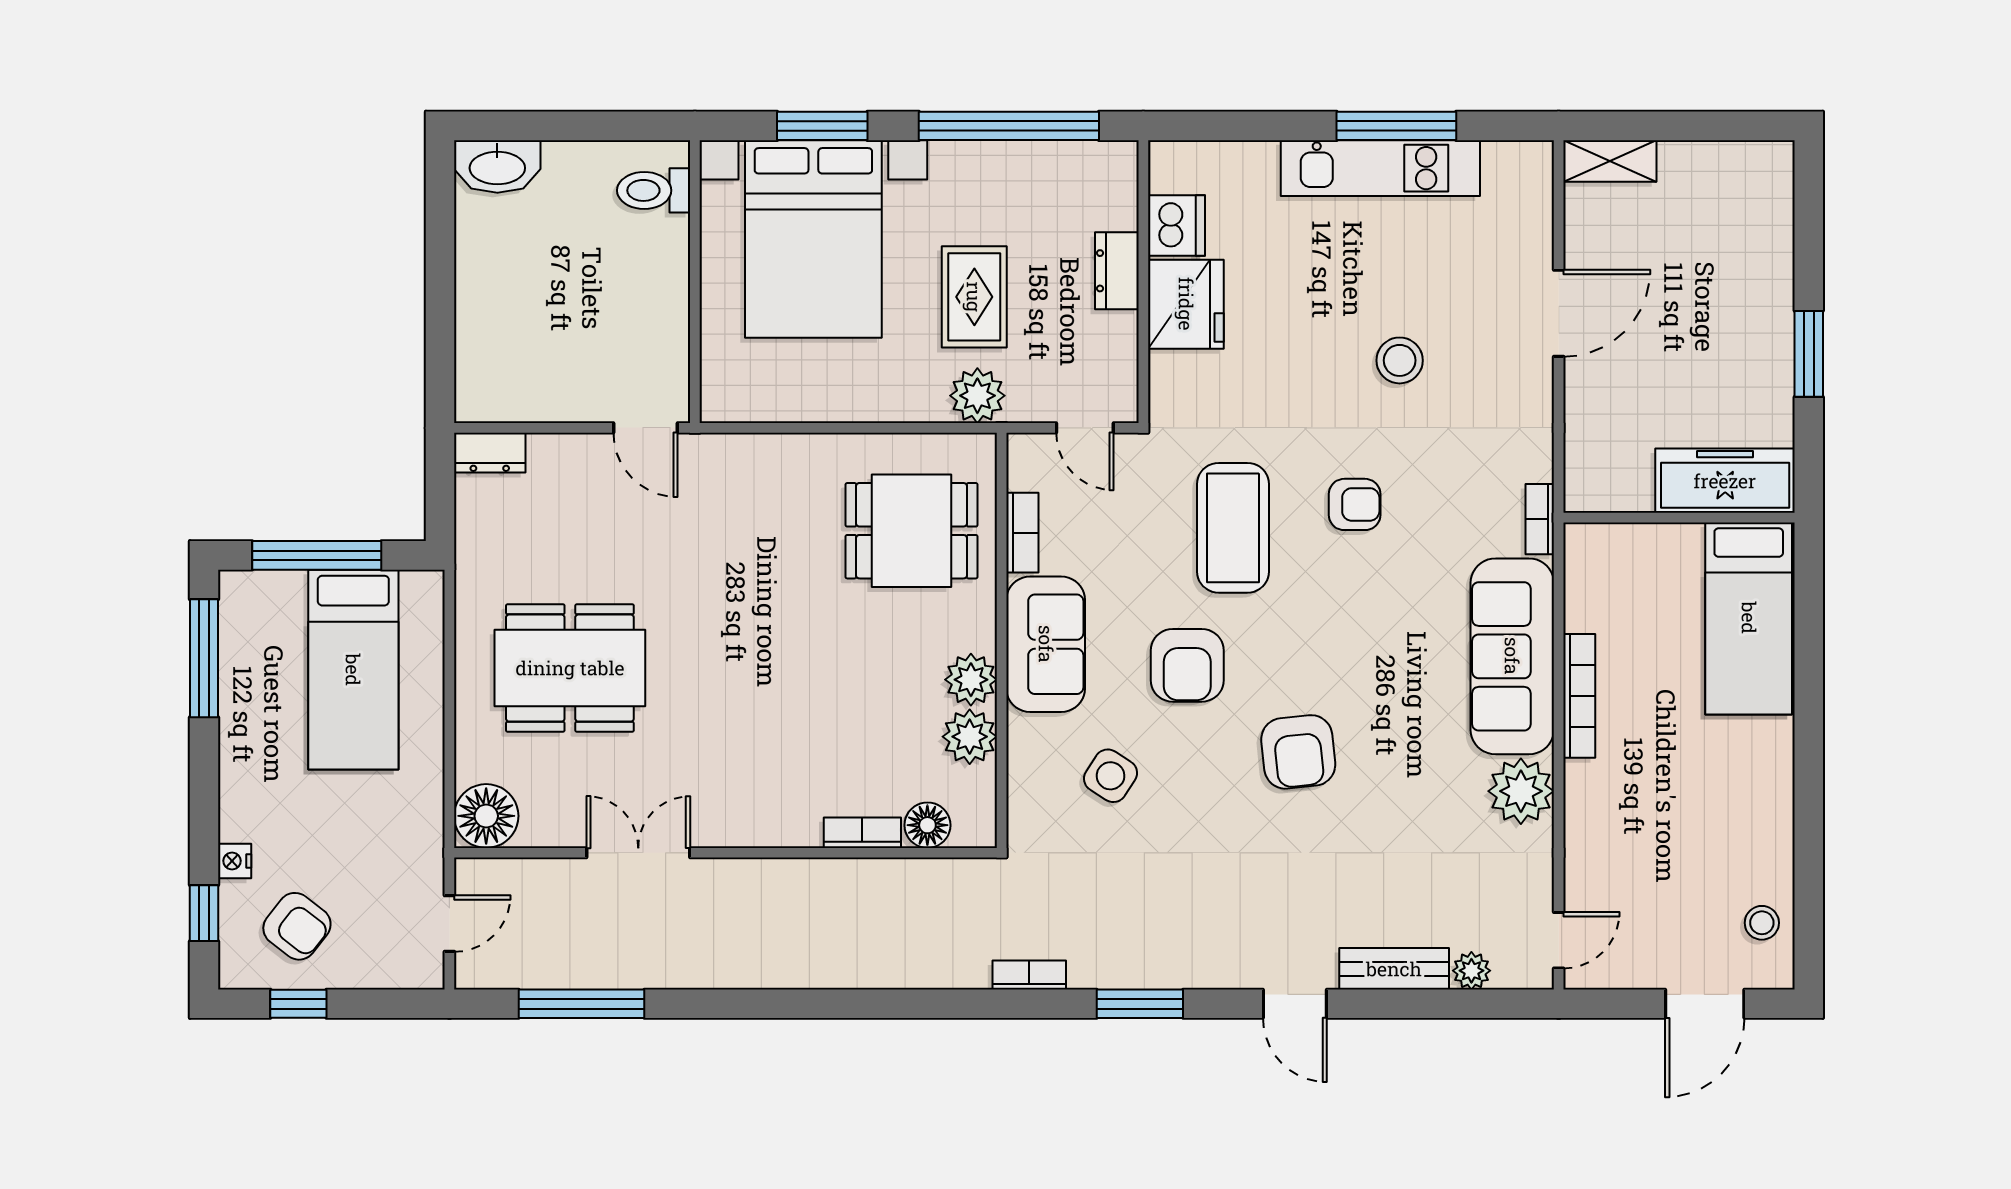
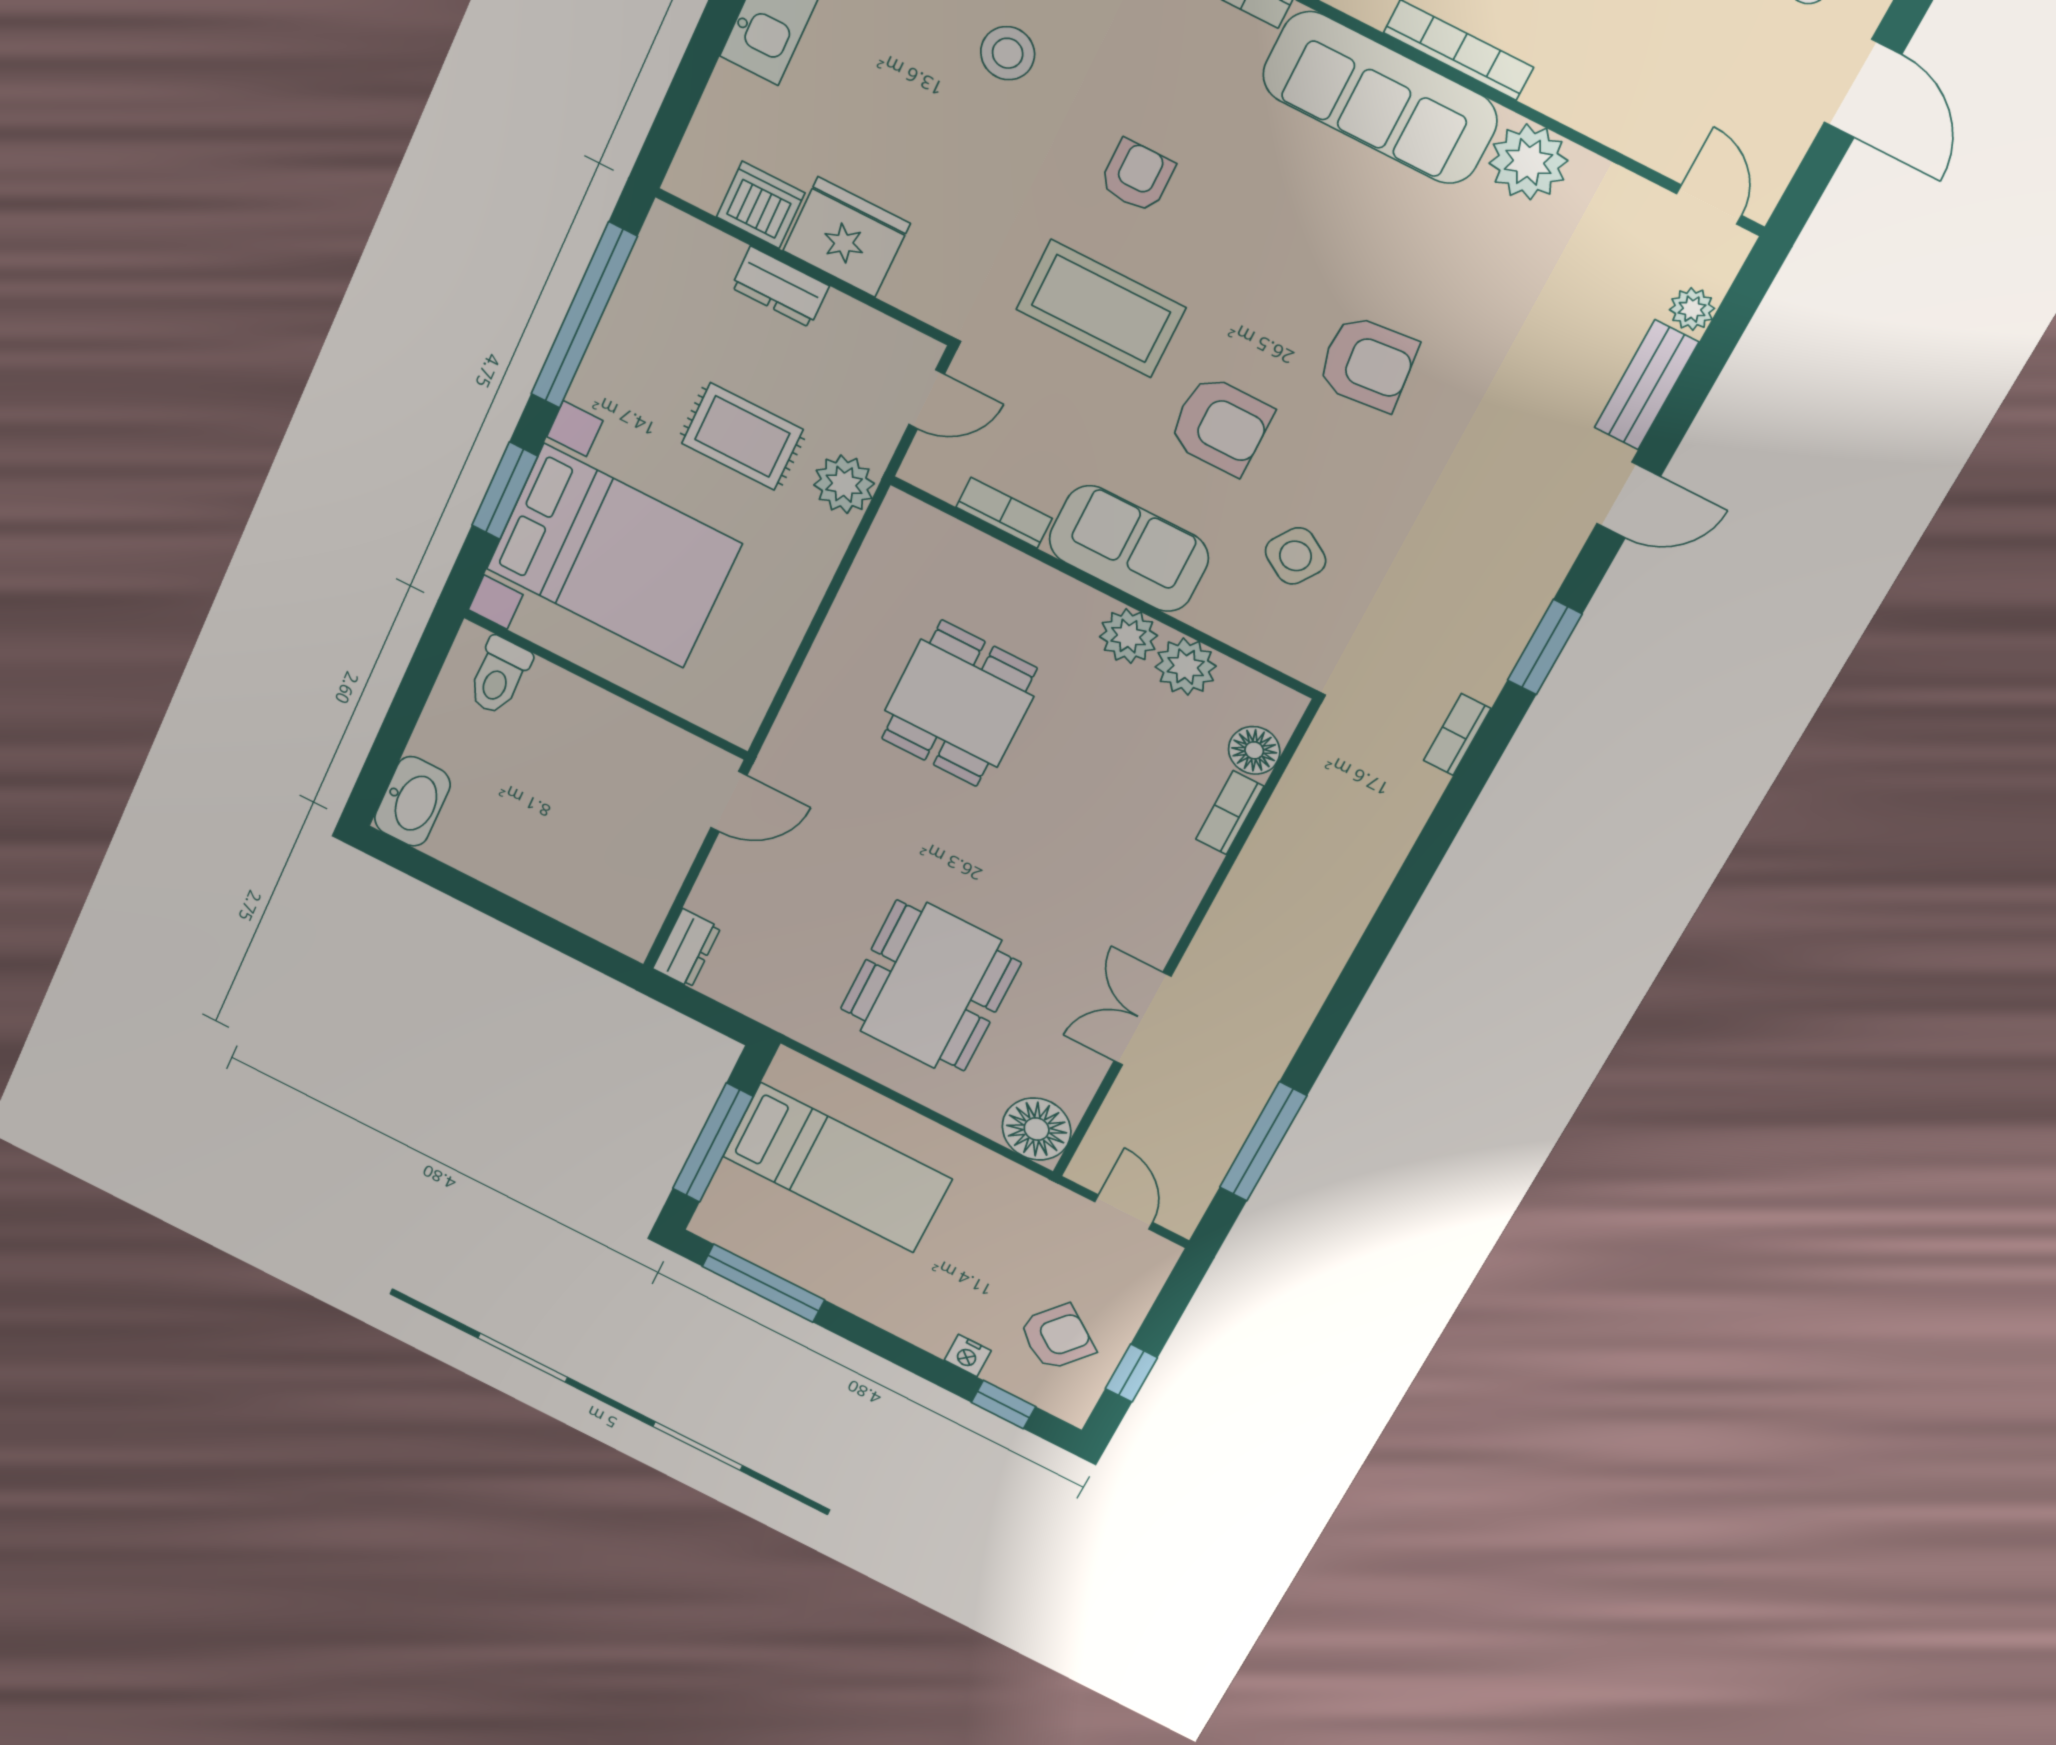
dining table: (912, 531) -> (959, 703), moved

